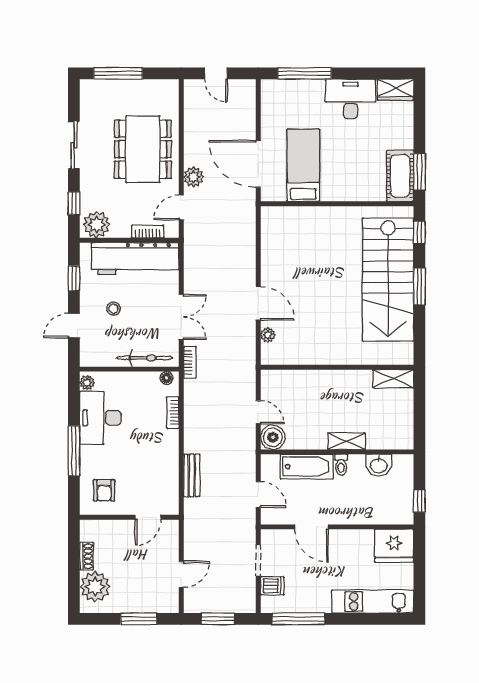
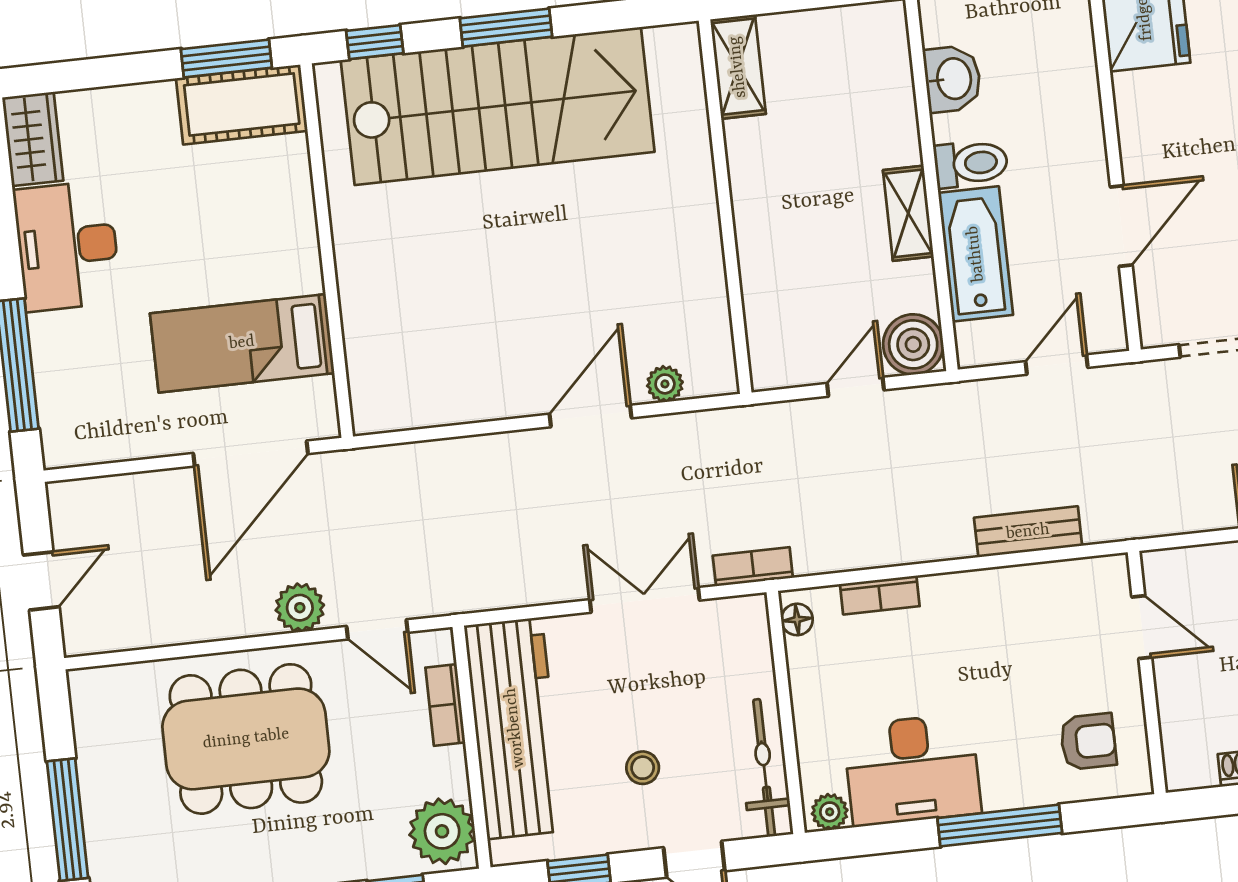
bicycle: (145, 358) -> (764, 768), moved
shelving: (347, 441) -> (908, 213), moved
toilet: (341, 465) -> (971, 164), width x1.37, depth x1.39

